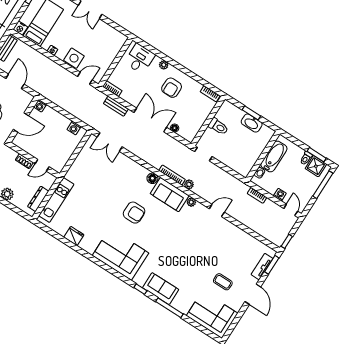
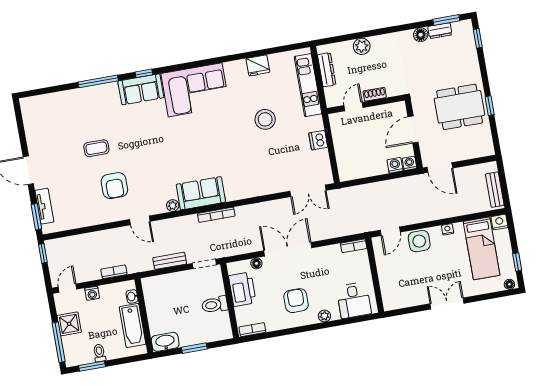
door: (15, 81) -> (440, 168), moved
bench: (116, 106) -> (170, 261), moved
double door: (150, 120) -> (288, 249), swing flipped
printer: (195, 121) -> (242, 289), added
washbasin: (252, 123) -> (165, 342), moved
washing machine: (74, 128) -> (395, 165), moved
double door: (110, 142) -> (308, 191), swing flipped
dishwasher: (78, 165) -> (318, 140), added
shower: (316, 166) -> (69, 324), moved
floor lamp: (152, 178) -> (233, 194), removed
plant: (189, 184) -> (191, 221), removed
stool: (97, 203) -> (265, 119), added
door: (217, 210) -> (140, 220), hinge flipped
door: (291, 210) -> (68, 288), swing flipped
armchair: (134, 213) -> (114, 186), moved, turned -90
coffee table: (223, 282) -> (96, 148), moved
sofa: (161, 289) -> (141, 89), moved
corner sofa: (212, 315) -> (50, 113), removed

